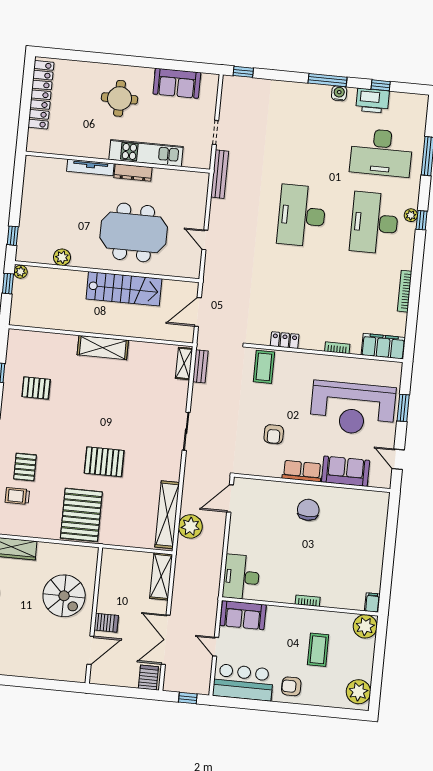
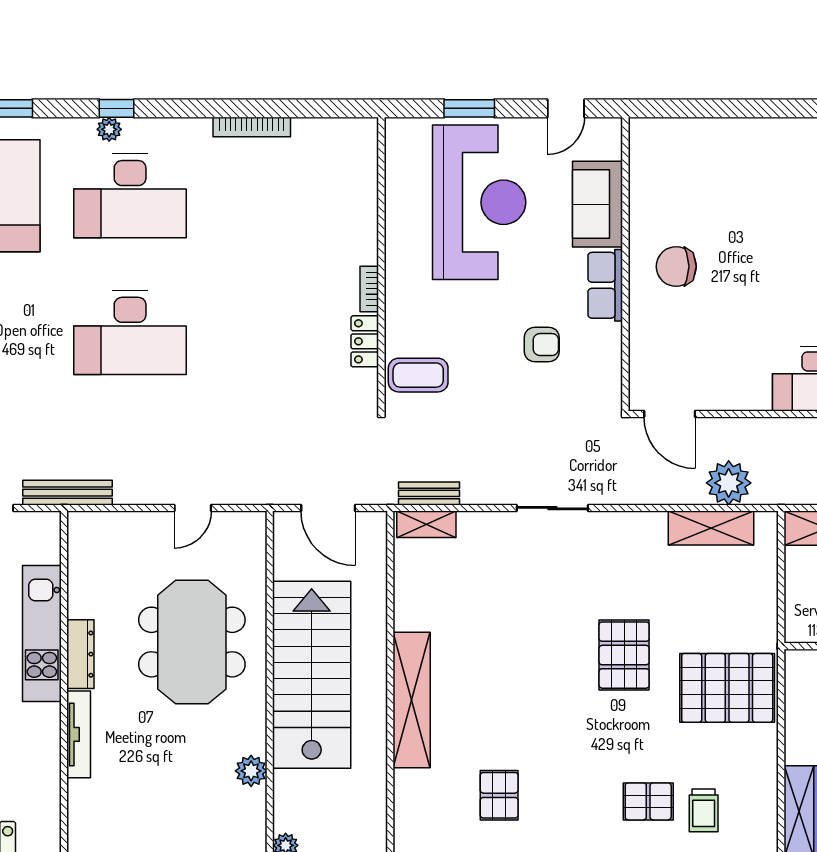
stairs: (124, 289) -> (312, 675), width x1.36, depth x1.51
filing cabinet: (383, 346) -> (358, 157), removed
shelving: (103, 348) -> (412, 700), width x1.47
bookcase: (337, 348) -> (369, 289), moved
shelving: (167, 515) -> (711, 528), width x0.68

